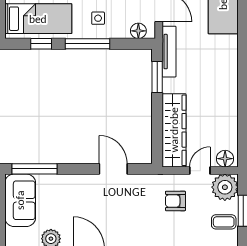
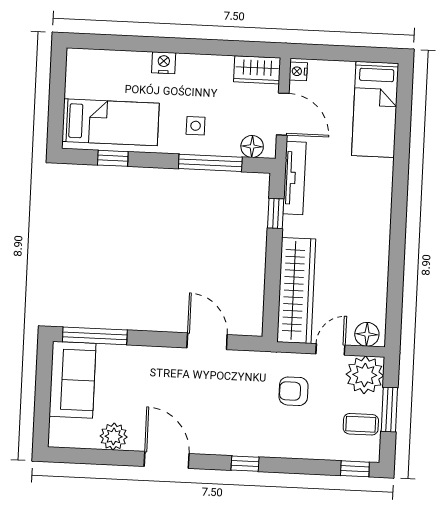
window: (87, 44) -> (210, 163), moved
window: (157, 77) -> (276, 213), width x0.67

